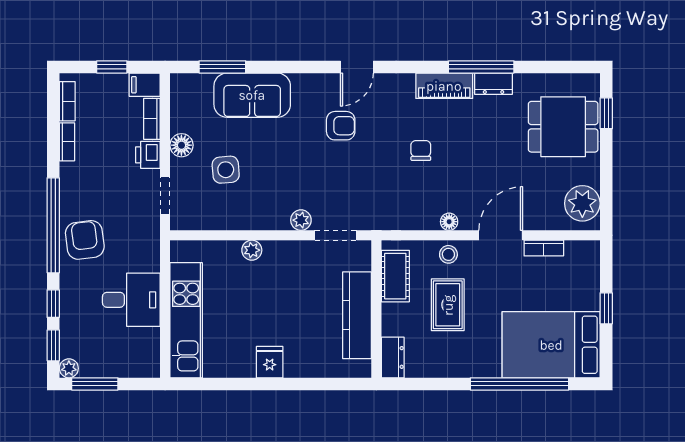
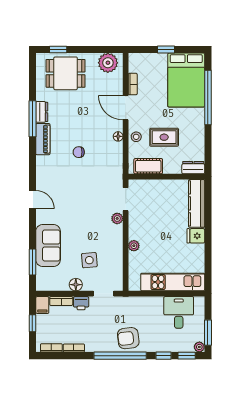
door: (357, 67) -> (32, 200), moved
armchair: (341, 126) -> (65, 196), removed
dining table: (563, 127) -> (66, 73), turned 90
desk: (131, 300) -> (179, 312), moved
kitchen counter: (357, 315) -> (197, 203), moved, turned 90

